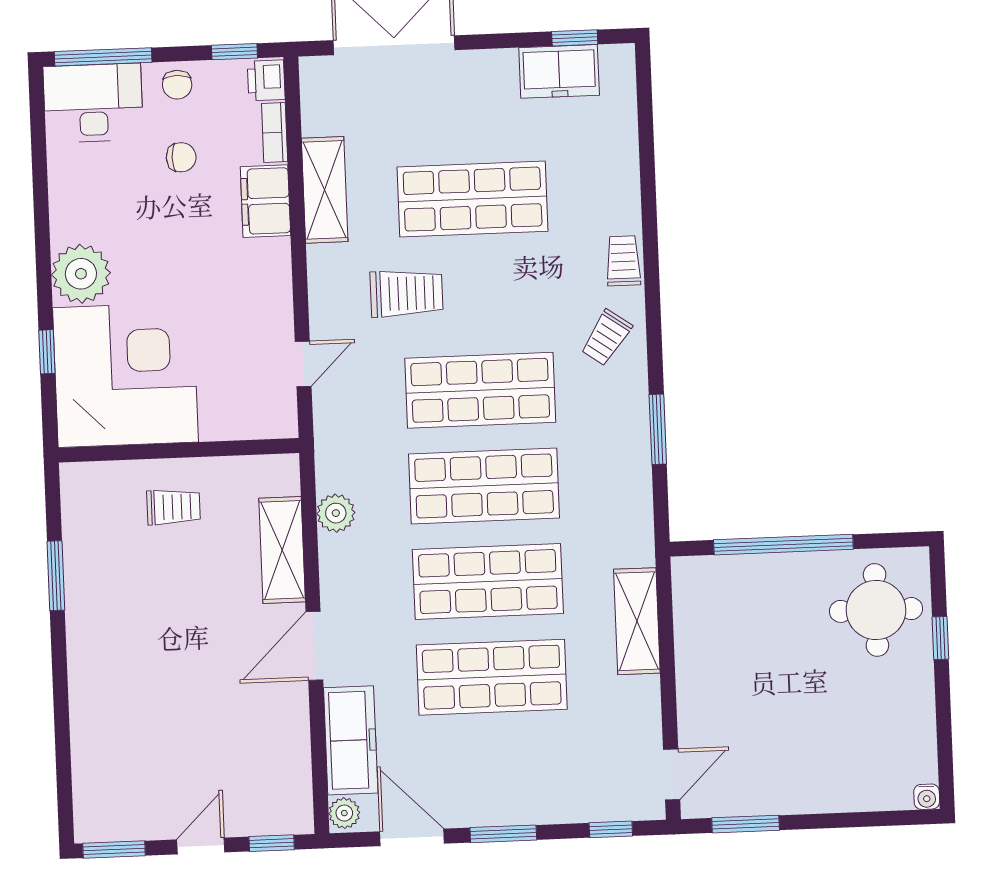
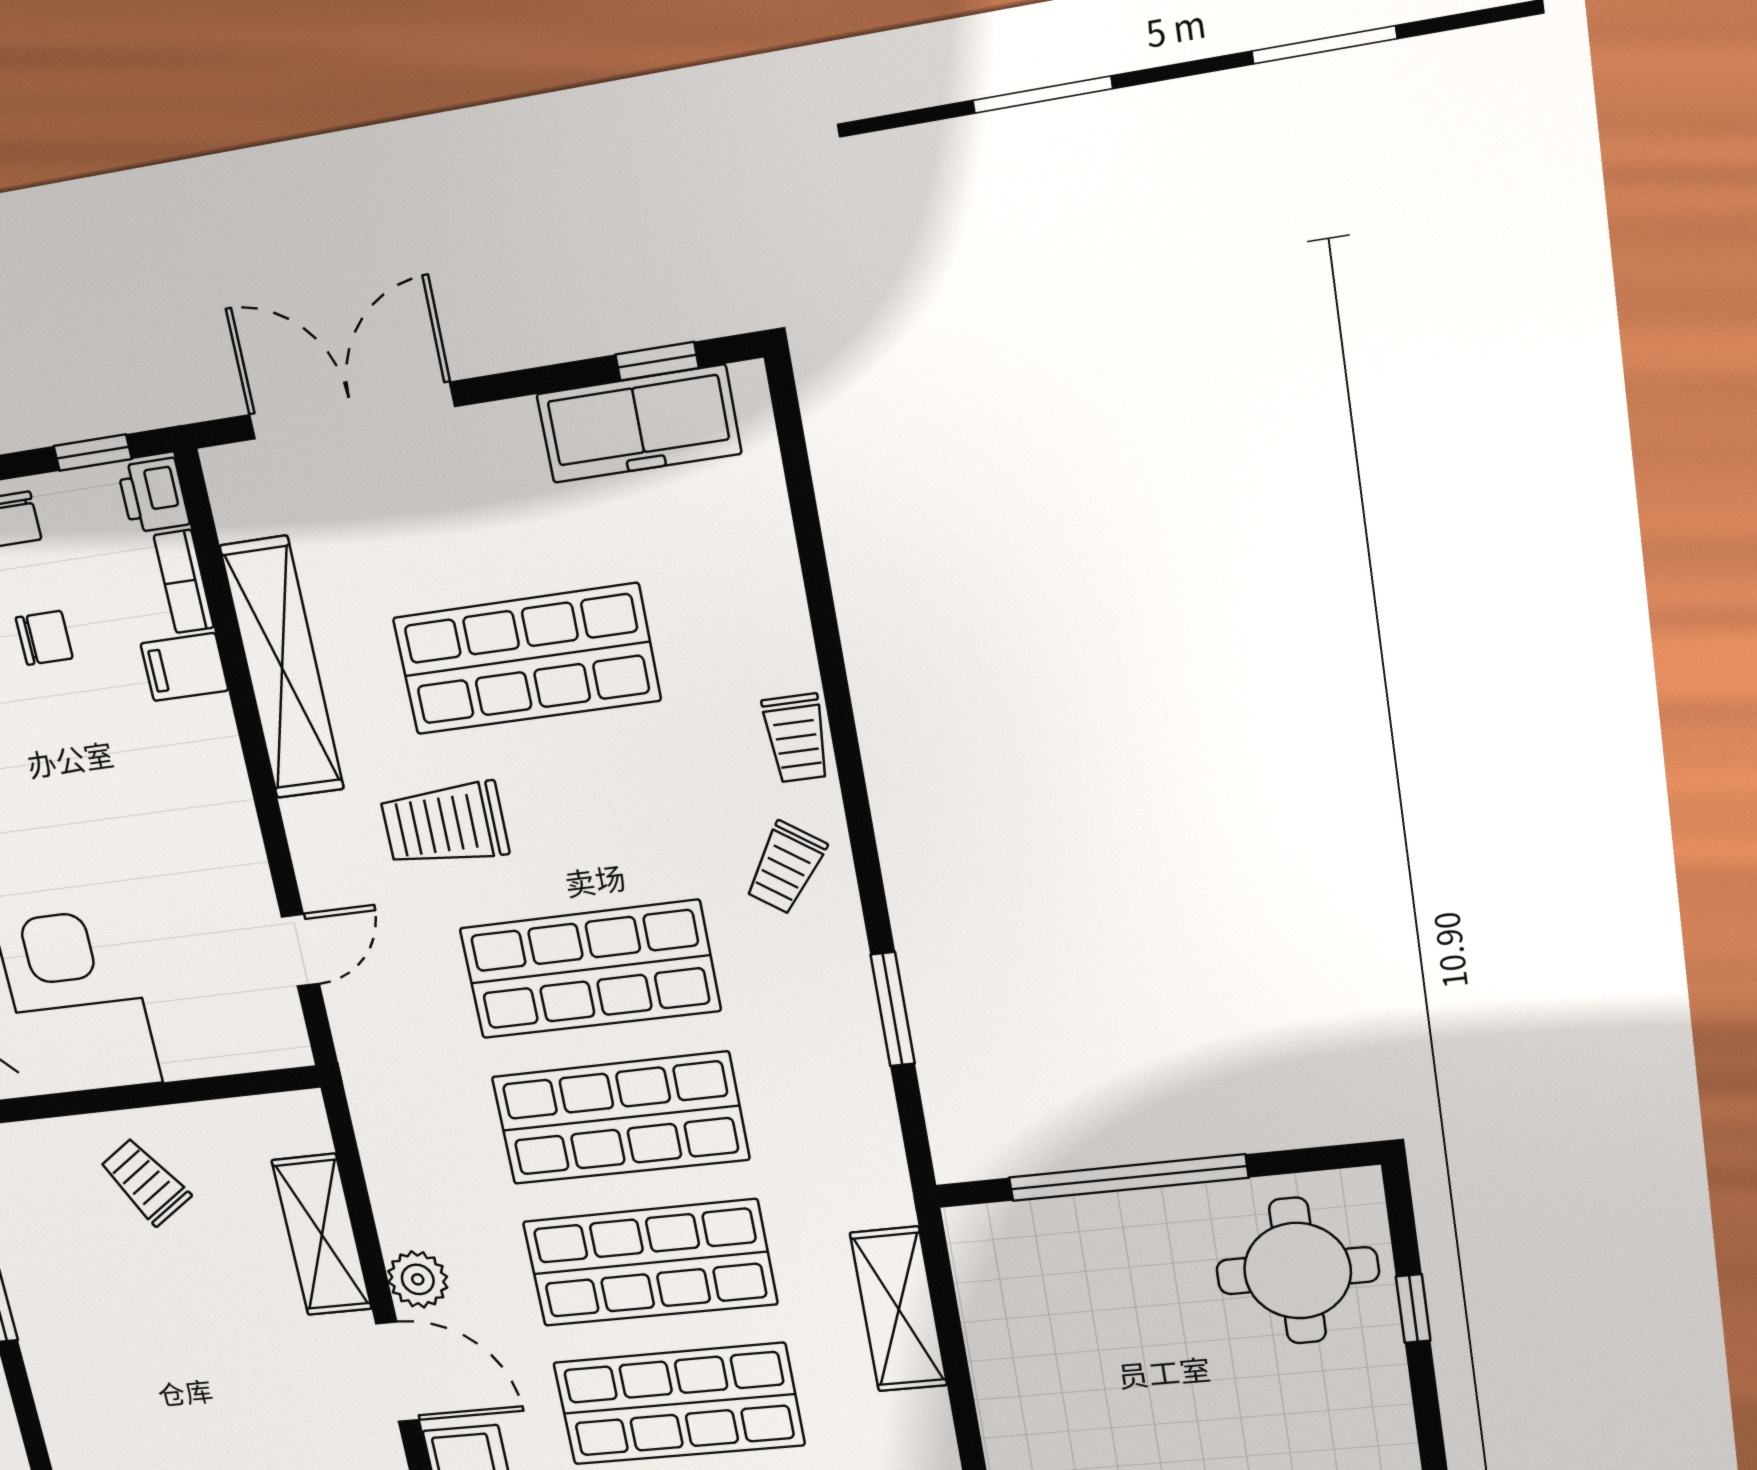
freezer: (559, 71) -> (639, 424), width x1.40
shelving: (325, 190) -> (282, 668), width x1.47
filing cabinet: (265, 201) -> (184, 667), width x0.50
trolley: (623, 261) -> (796, 738), turned 180
trolley: (407, 293) -> (445, 824), turned 180
trolley: (173, 507) -> (145, 1182), turned -123
plant: (336, 513) -> (418, 1279), moved
door: (314, 646) -> (398, 1372), swing flipped

